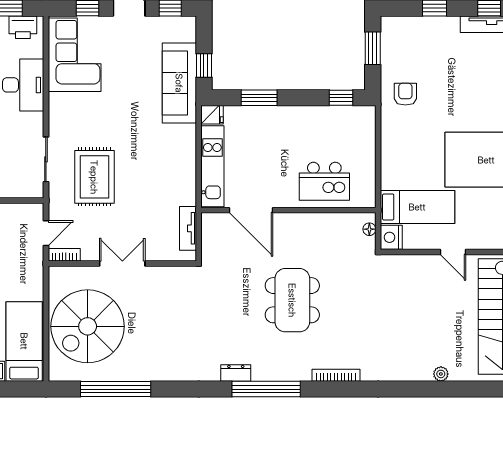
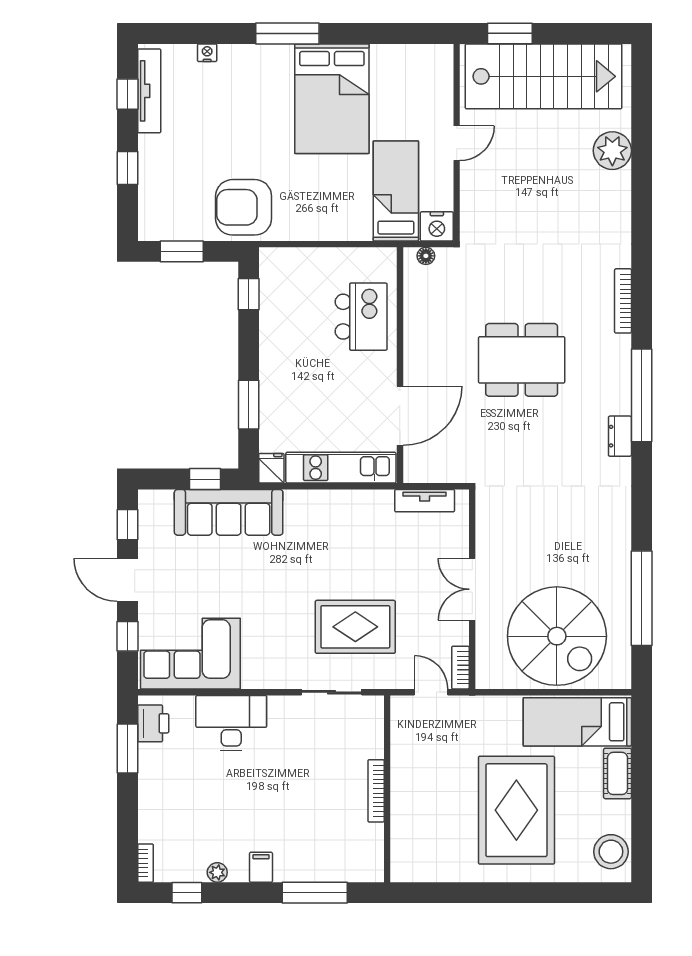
armchair: (405, 94) -> (244, 207), width x1.88, depth x1.88
plant: (441, 374) -> (612, 151), width x1.88, depth x1.88

